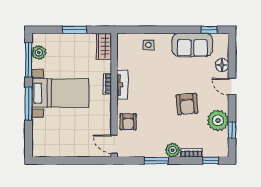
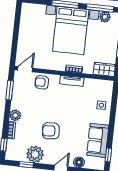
bed with nightstands: (60, 93) -> (71, 30), width x1.36
window: (156, 161) -> (10, 90), moved

